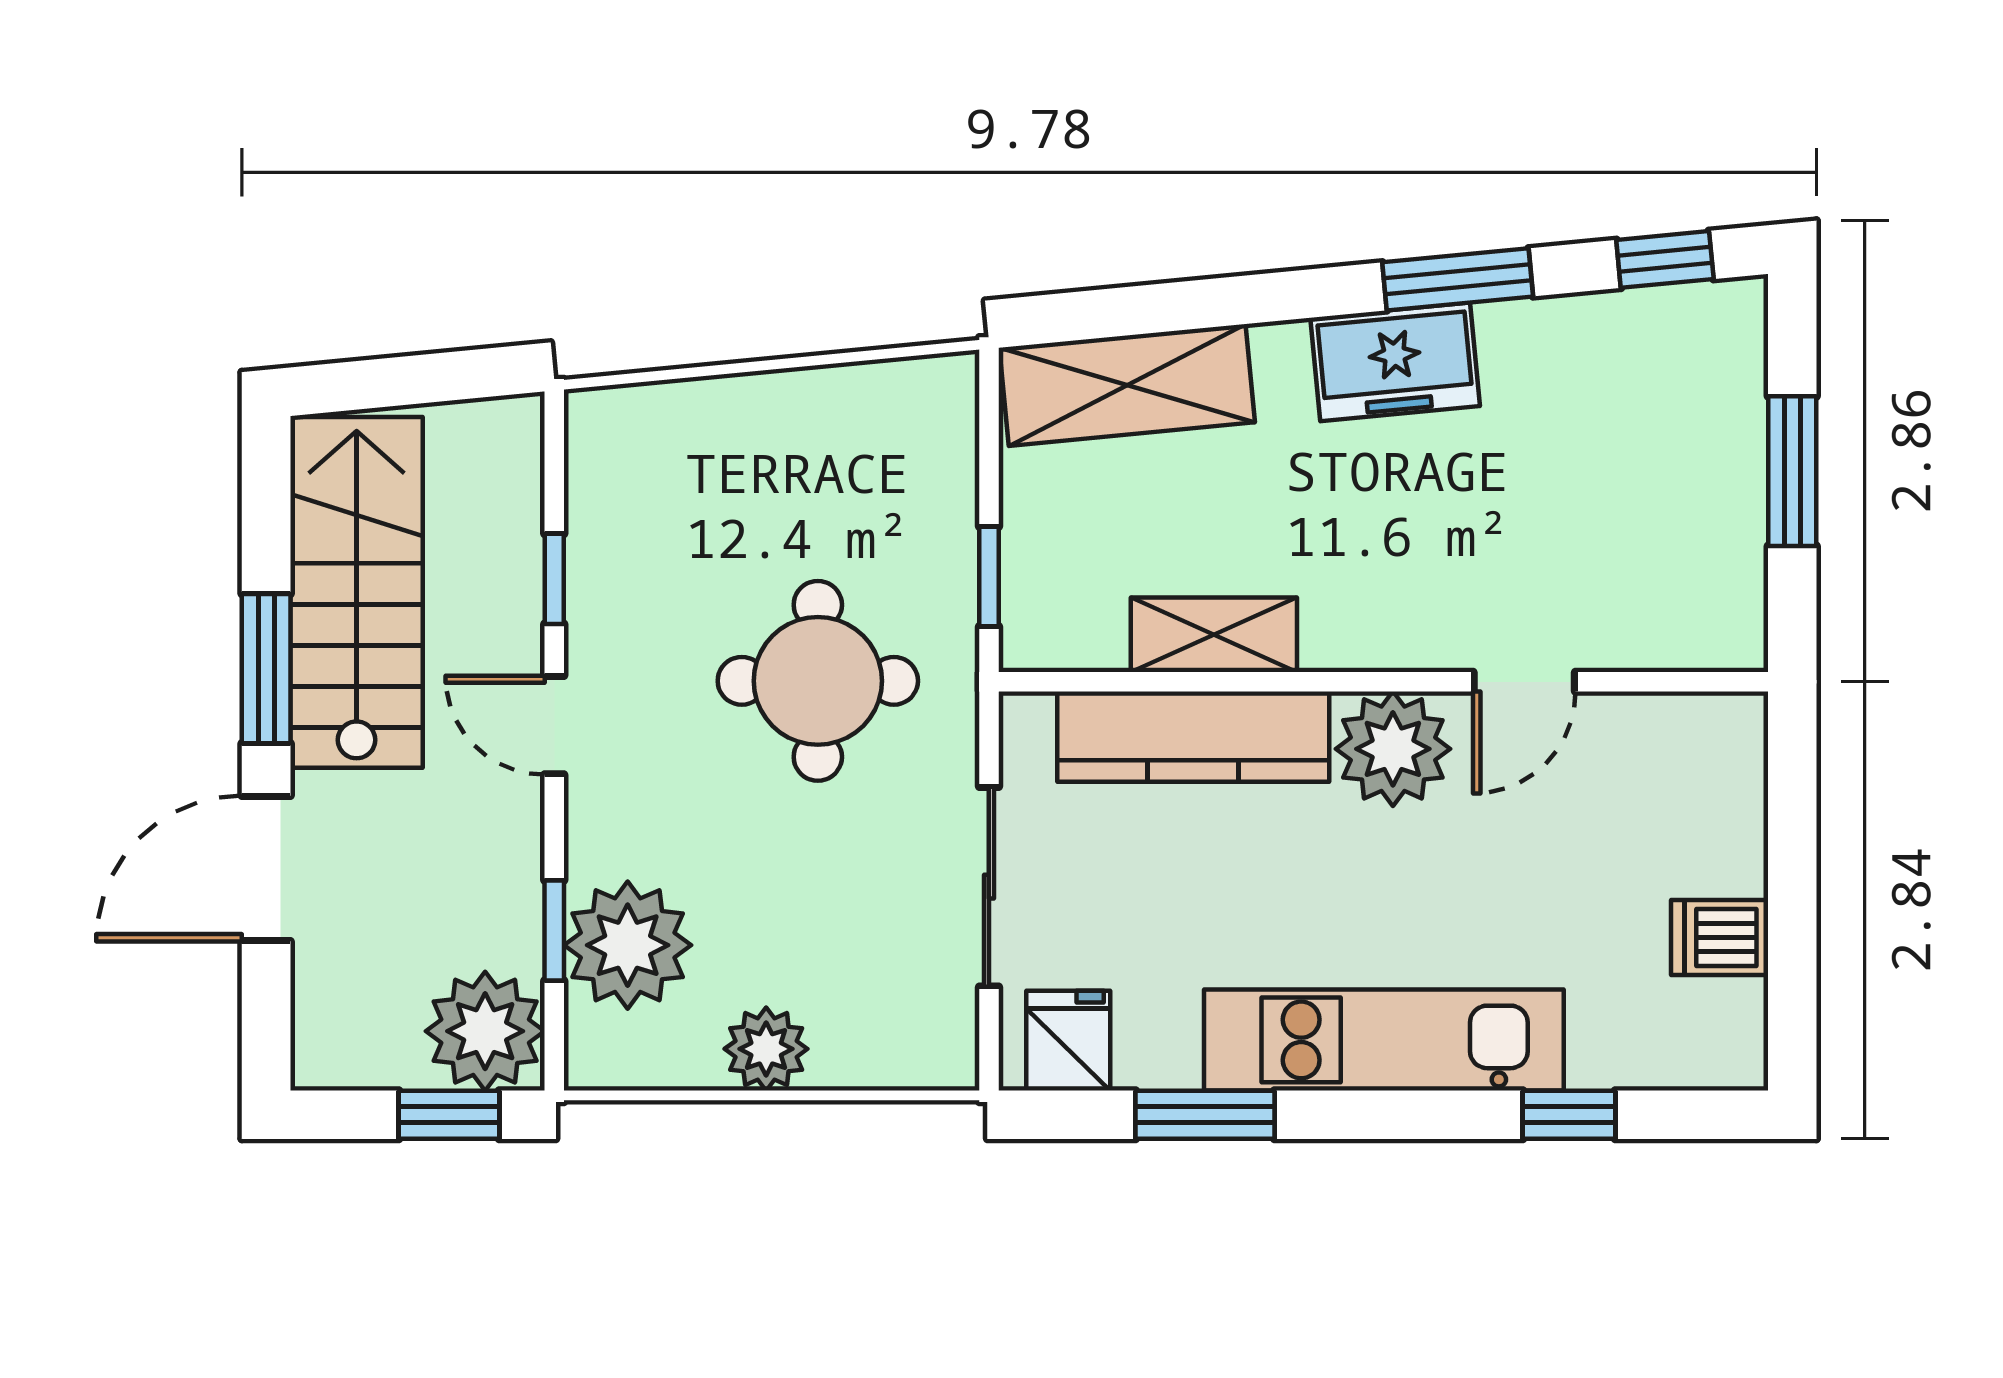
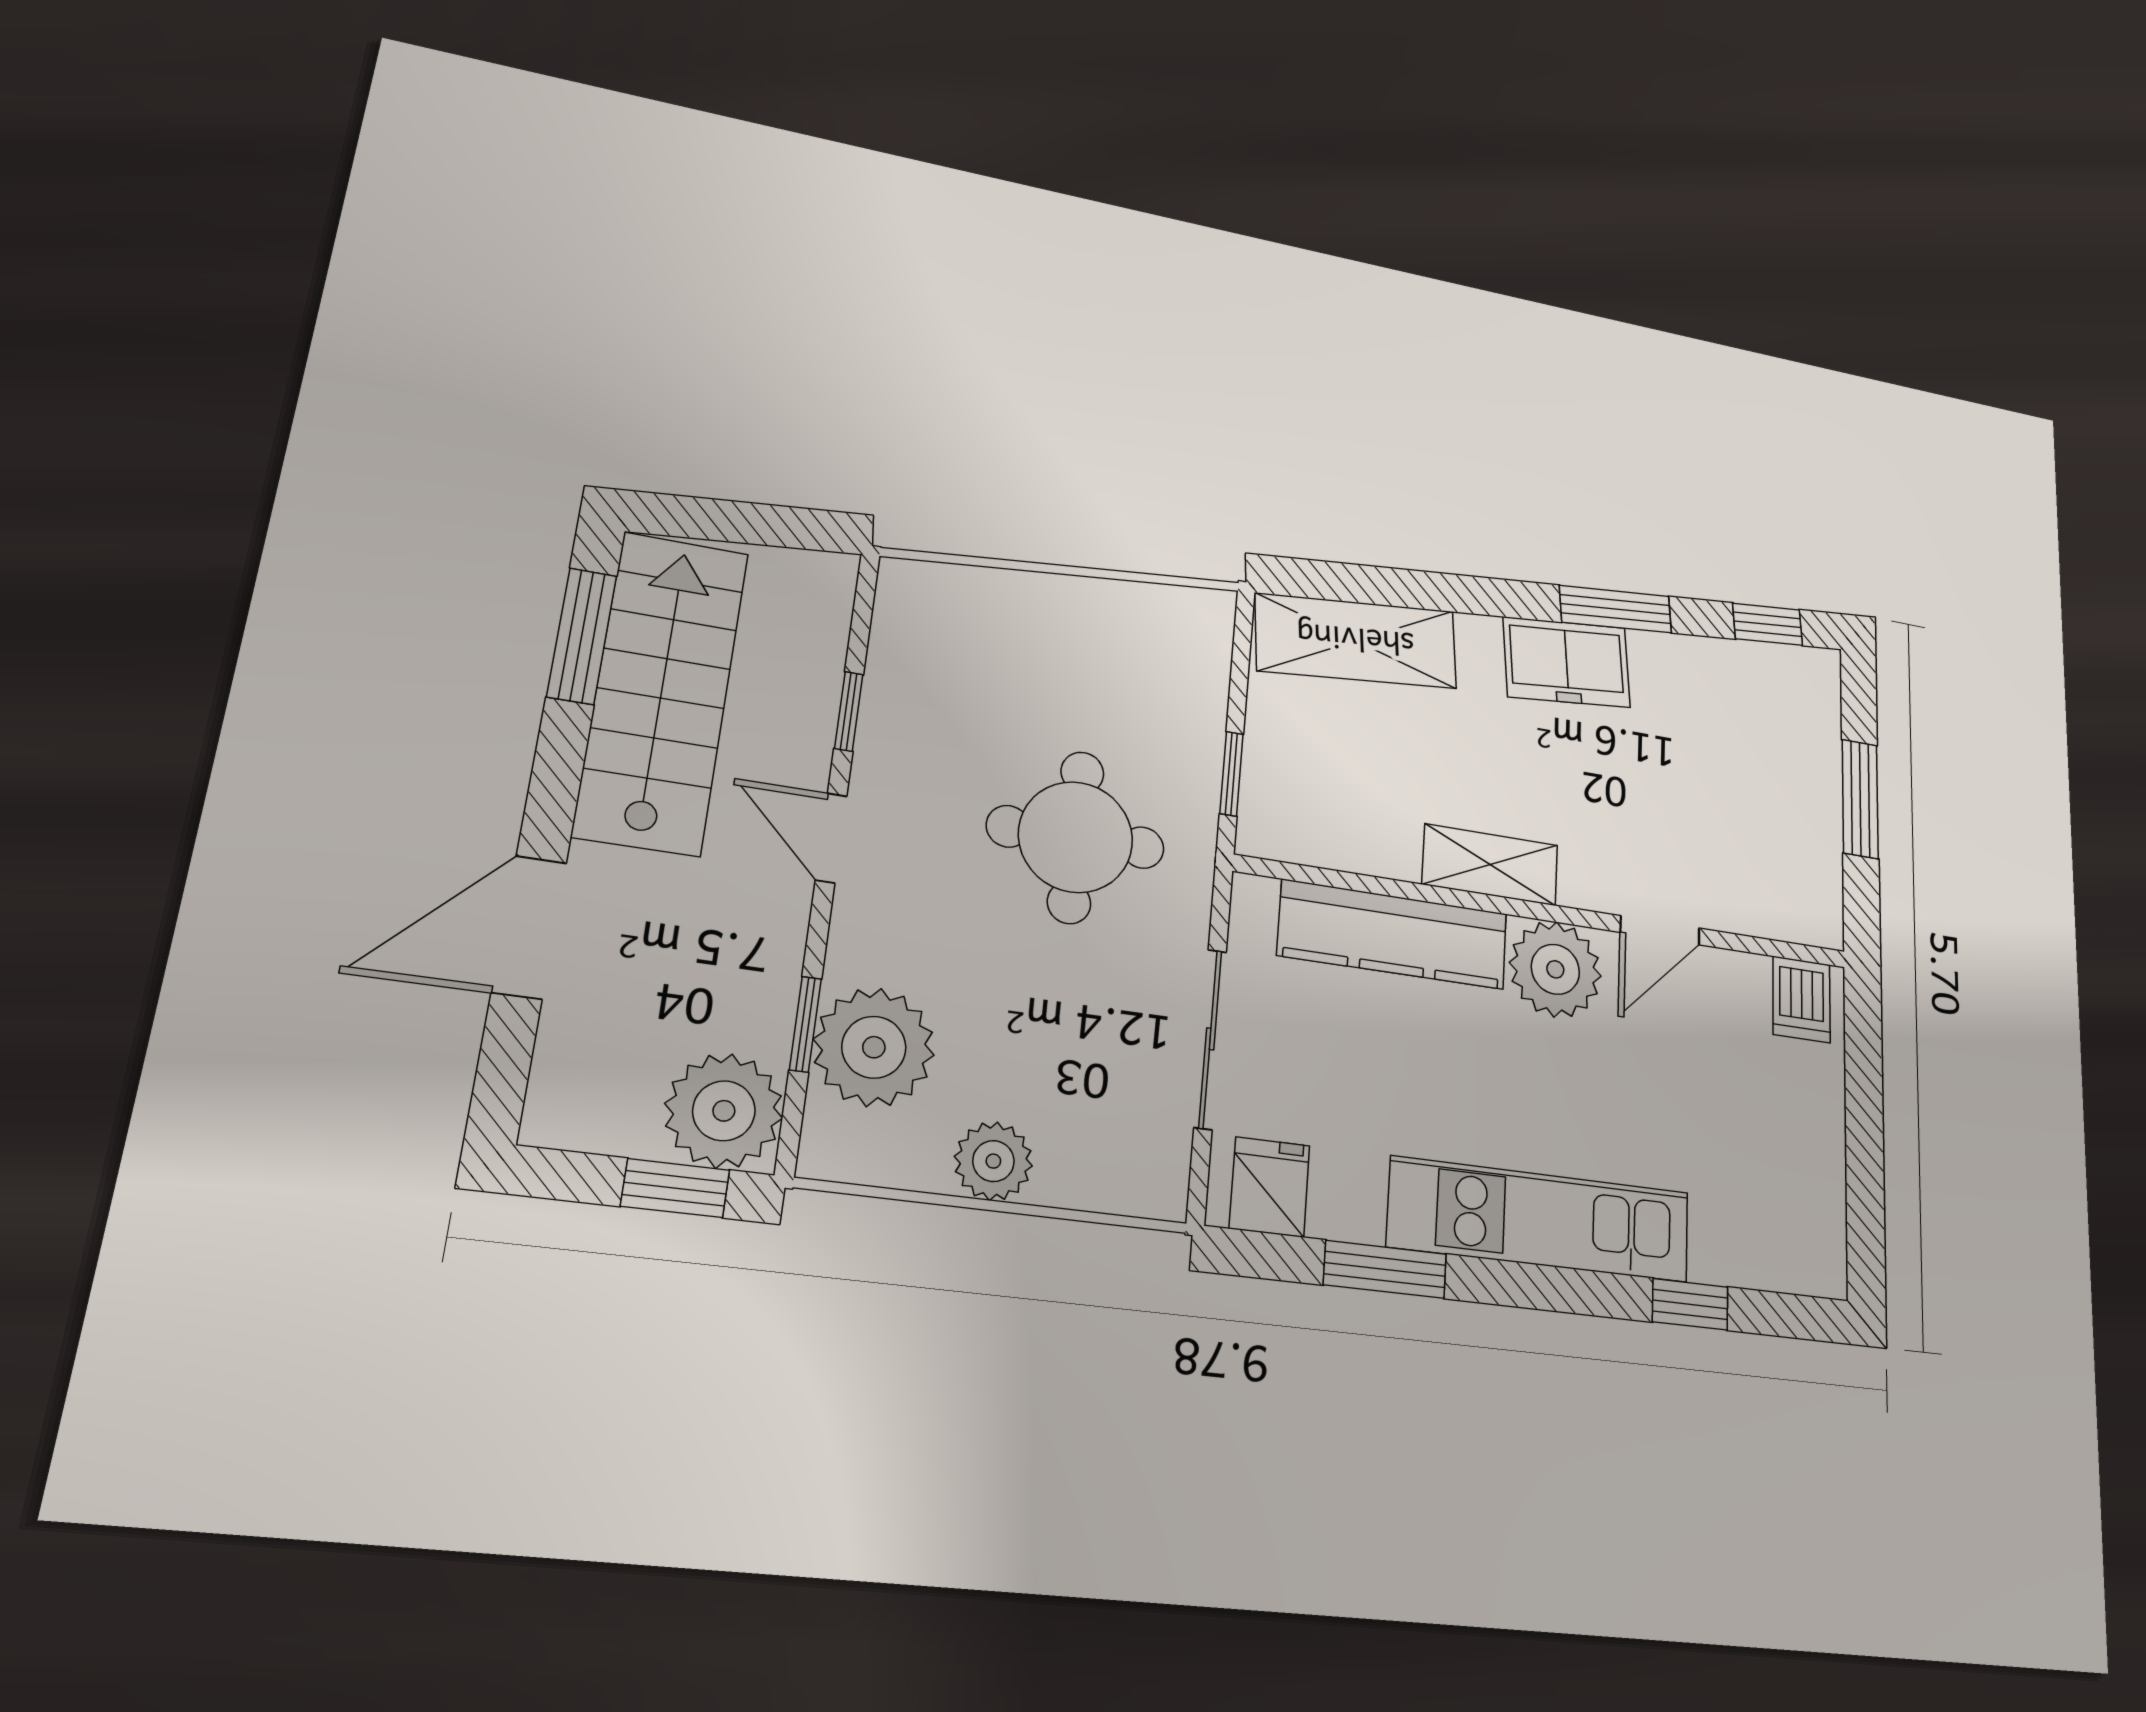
shelving: (1214, 635) -> (1490, 865), moved
window: (266, 669) -> (582, 636), moved
dishwasher: (1720, 938) -> (1802, 999), moved, turned -90

